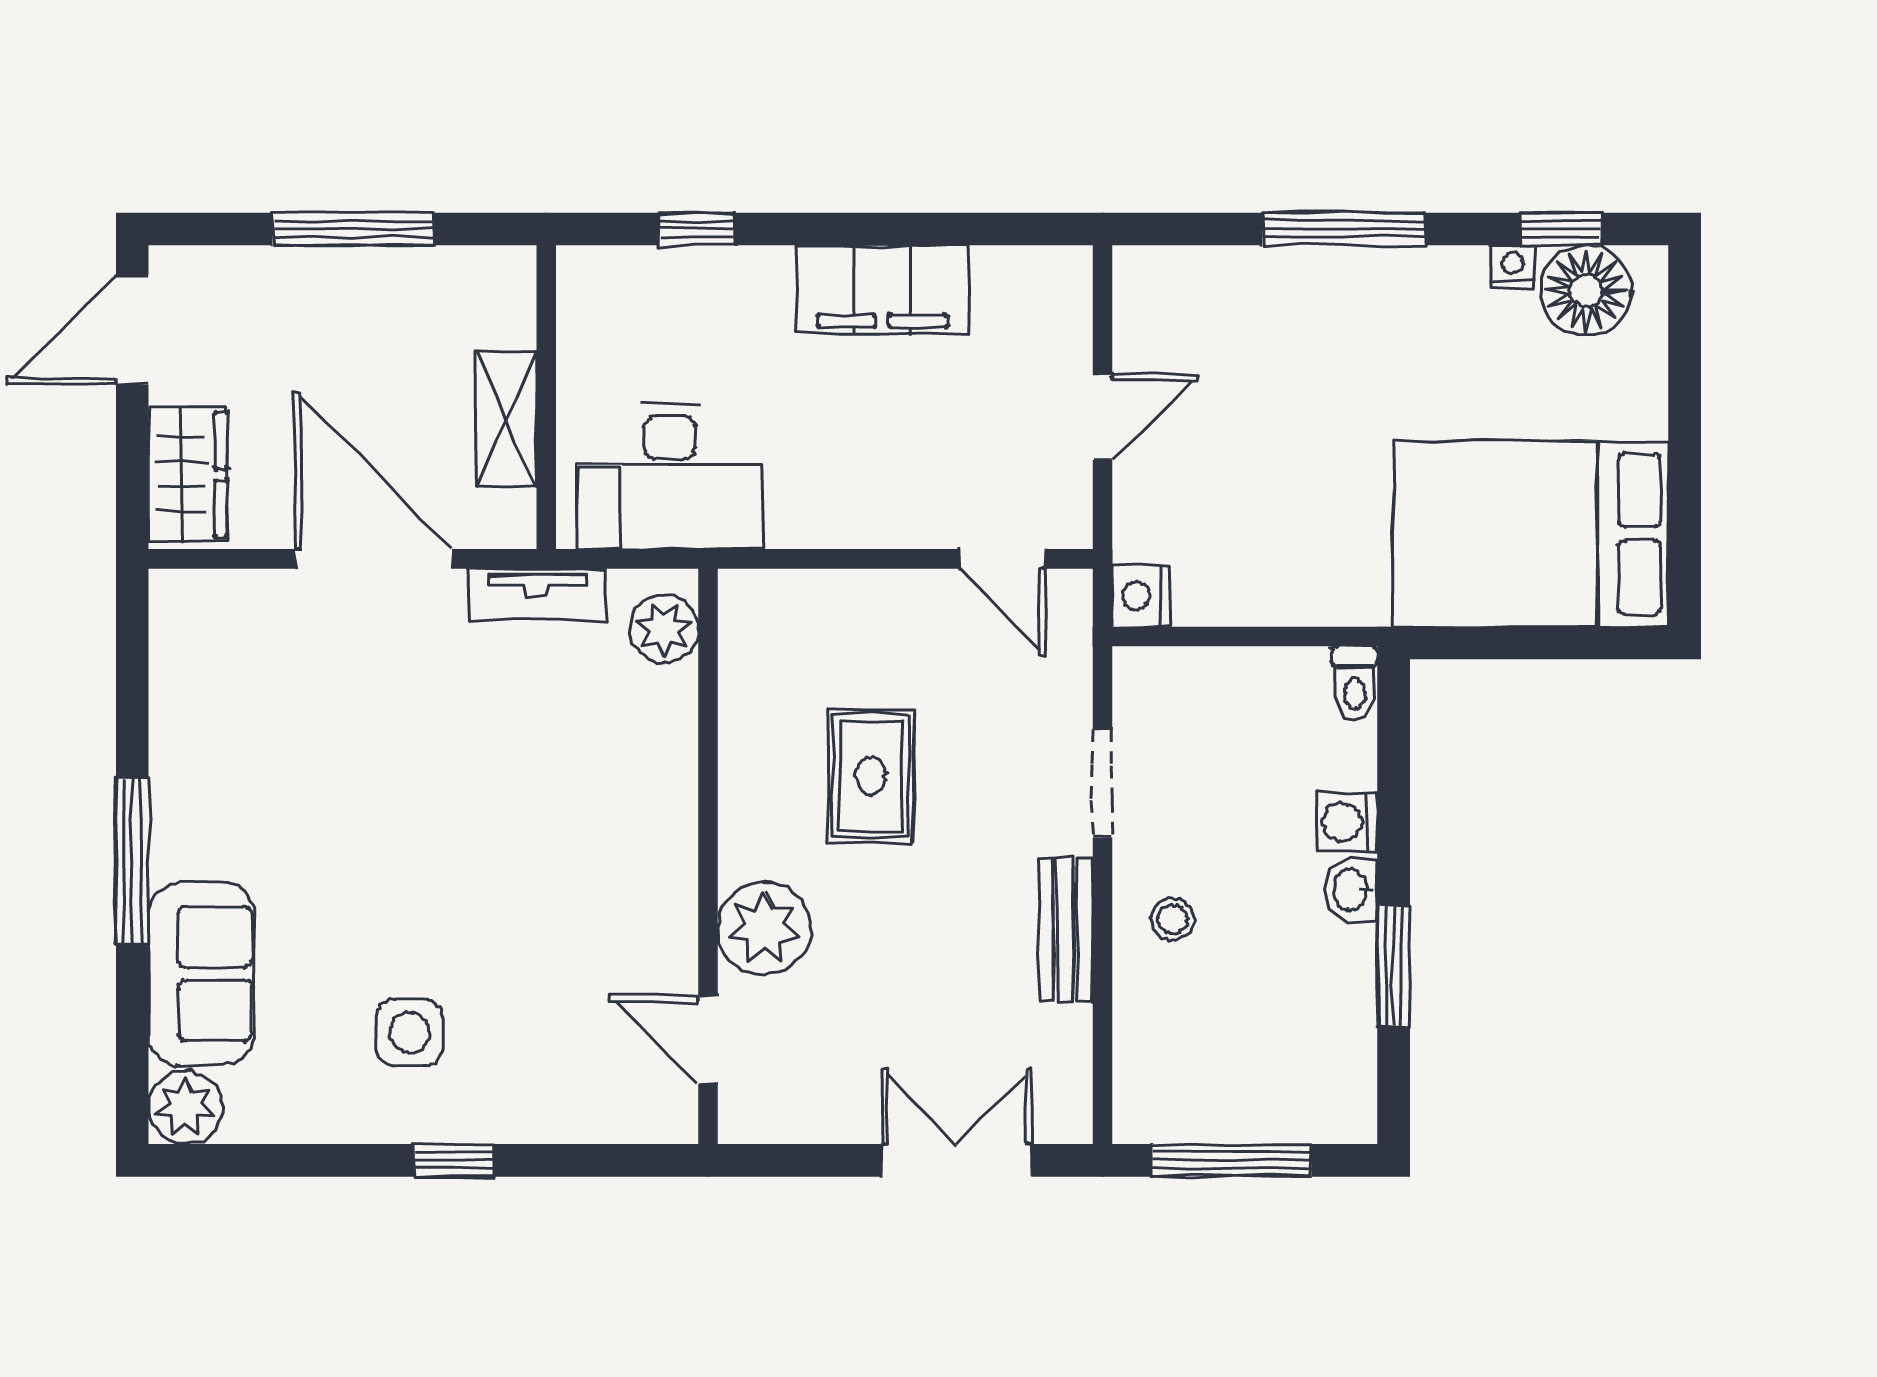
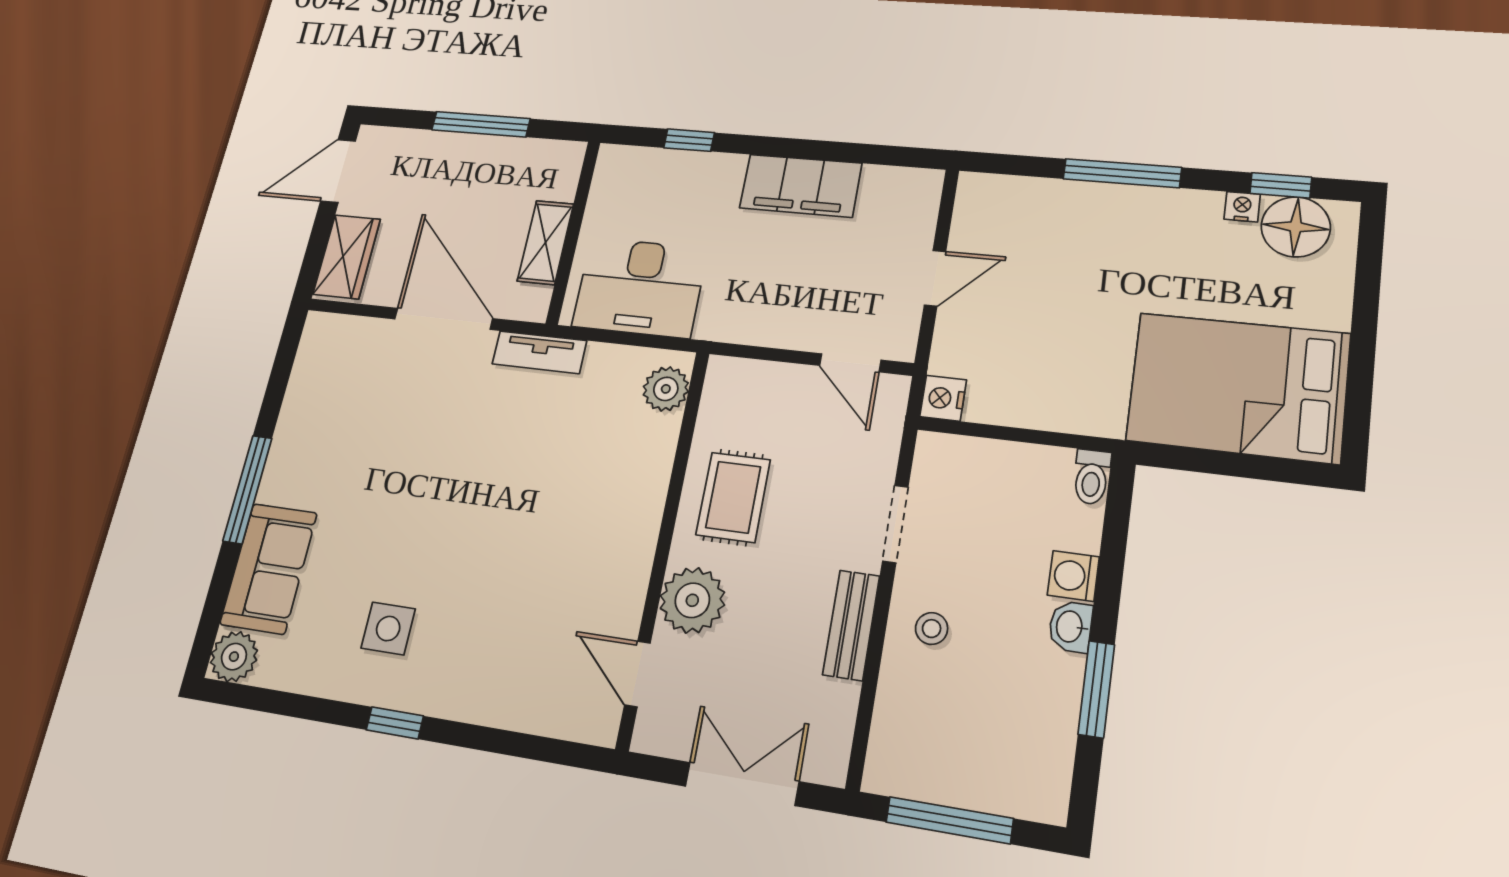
plant: (664, 629) -> (666, 389), moved
wall: (708, 856) -> (664, 544), moved
plant: (764, 929) -> (692, 600), moved
door: (708, 1040) -> (637, 674), moved

